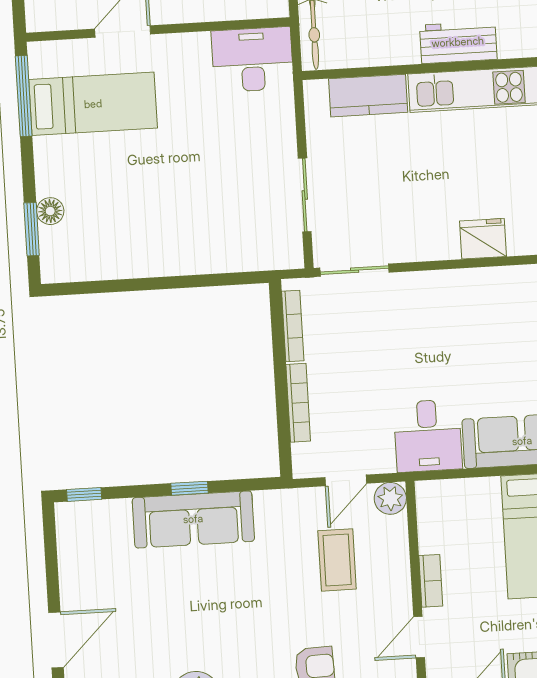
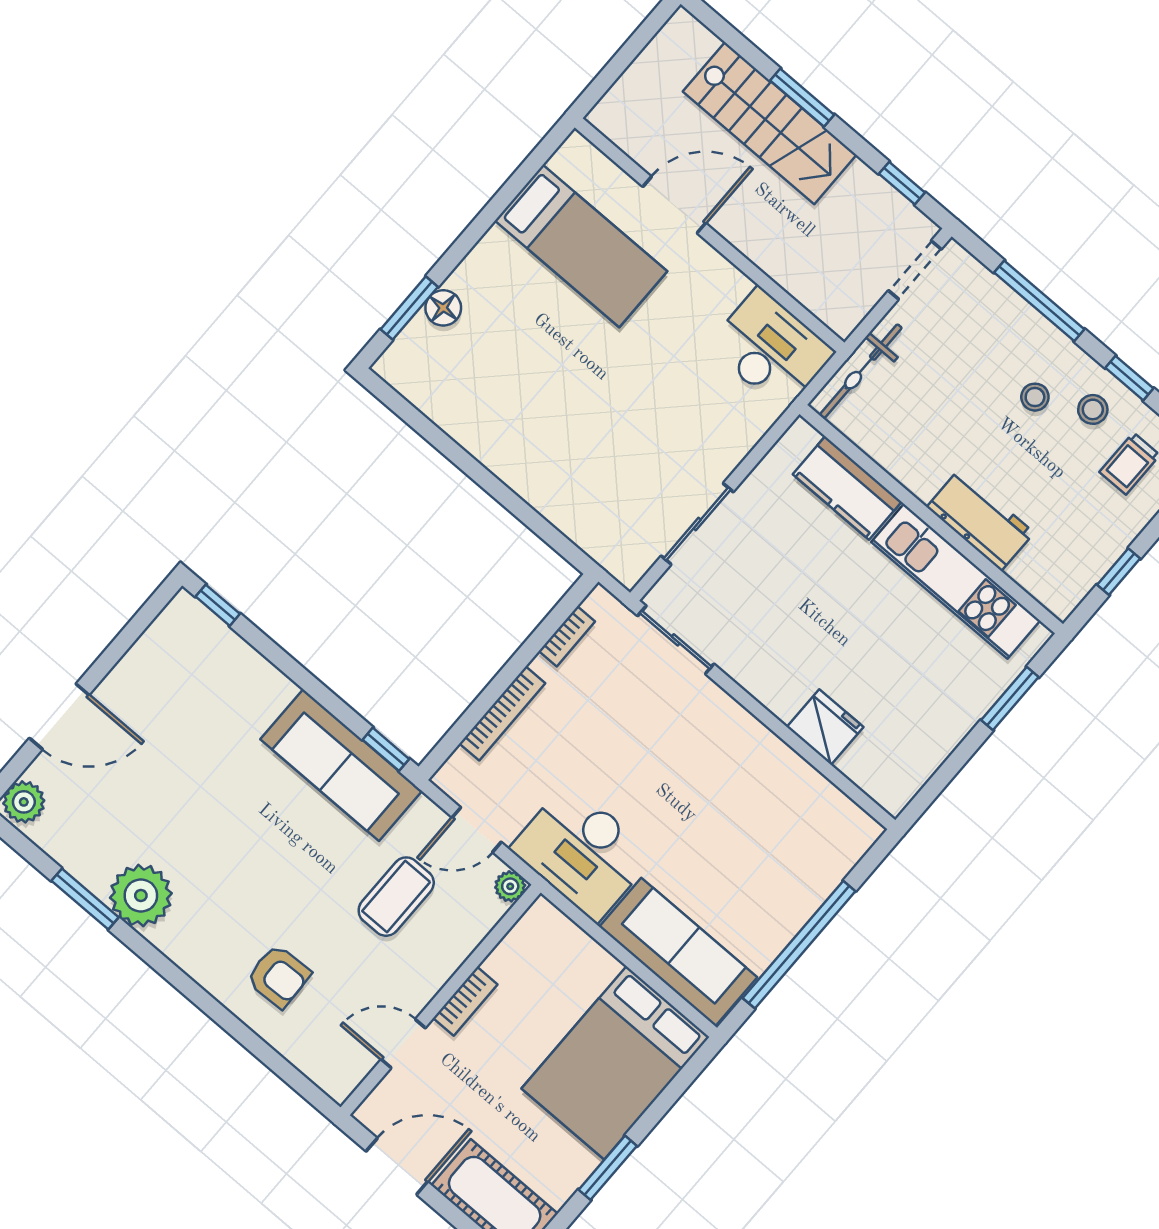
window: (24, 96) -> (523, 176), removed
bookcase: (293, 326) -> (567, 636), width x0.64
desk: (428, 436) -> (582, 852), width x1.37
window: (190, 488) -> (386, 749), moved
plant: (390, 498) -> (510, 886), width x0.73, depth x0.73
sofa: (193, 519) -> (341, 765), moved

